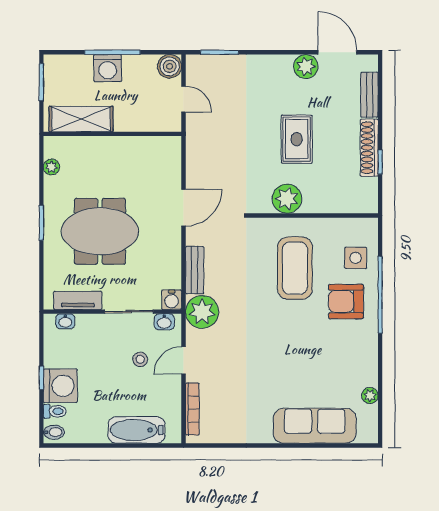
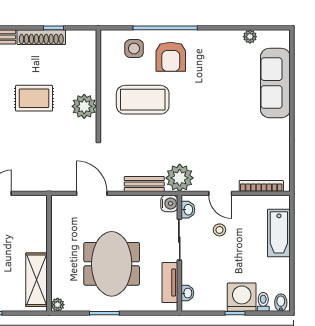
shelving: (81, 119) -> (37, 280), moved
wall: (112, 134) -> (49, 253), moved

